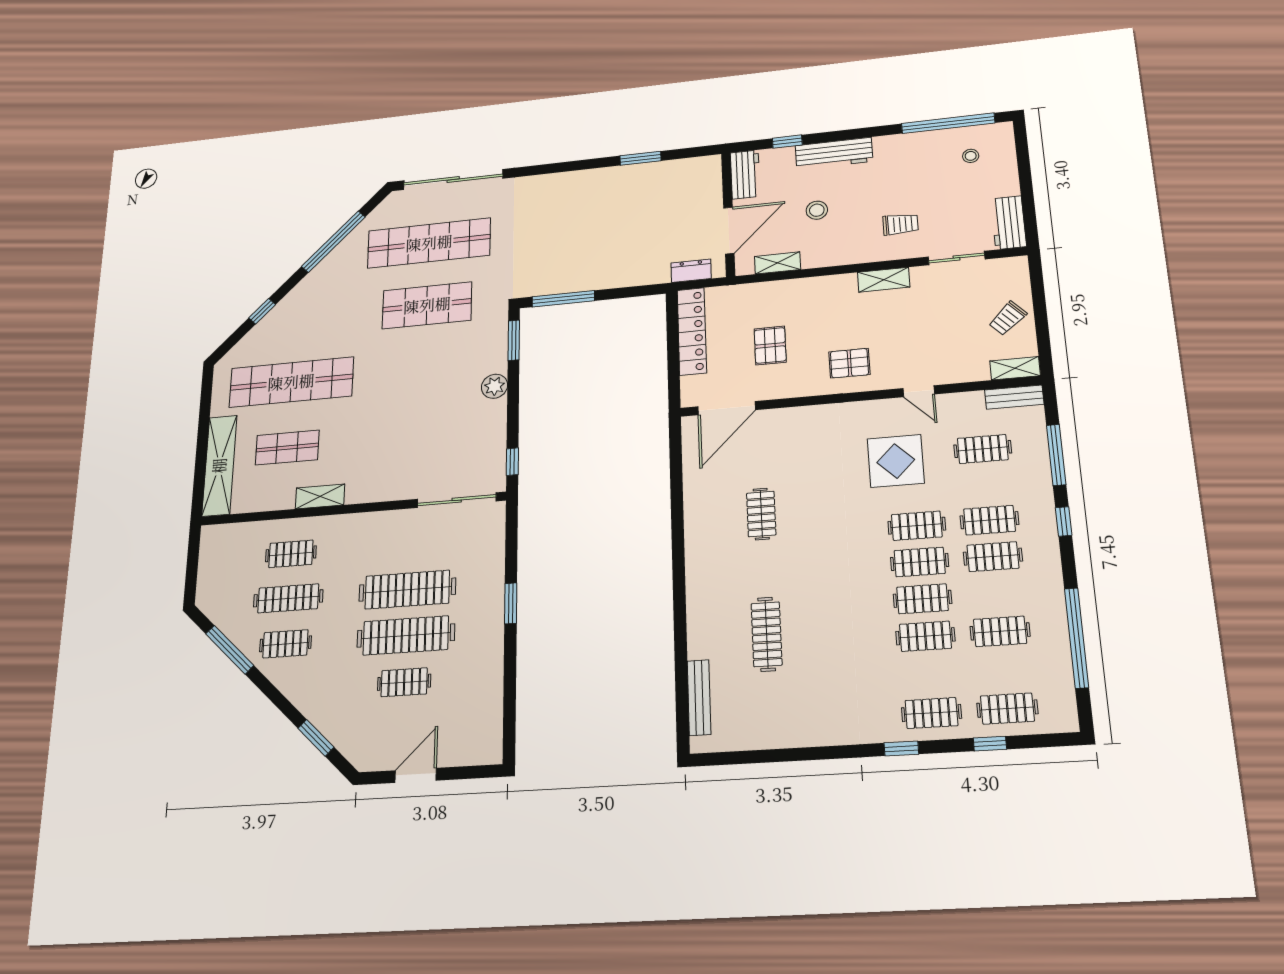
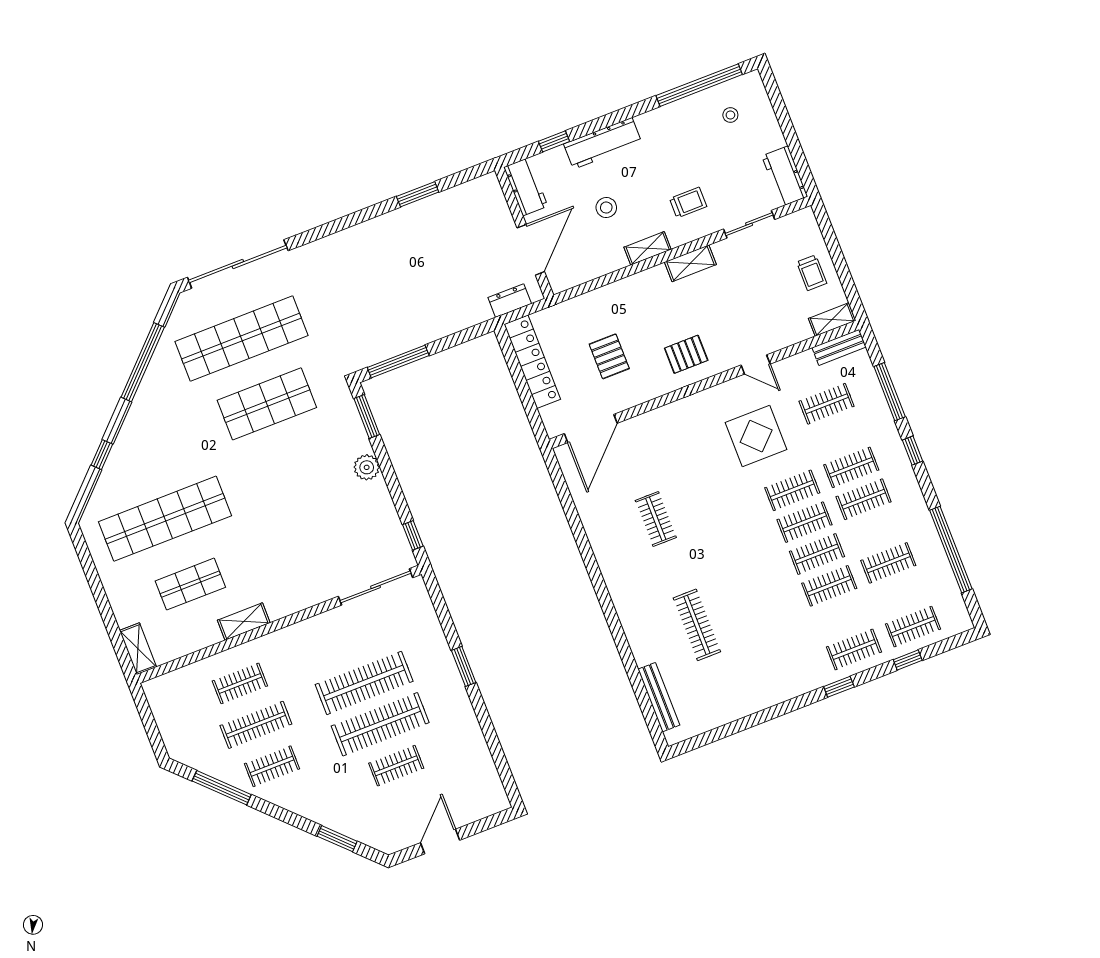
shelving: (777, 263) -> (648, 248), moved
trolley: (1008, 318) -> (812, 273), turned -47
shelving: (219, 466) -> (138, 649), width x0.45, depth x0.75

